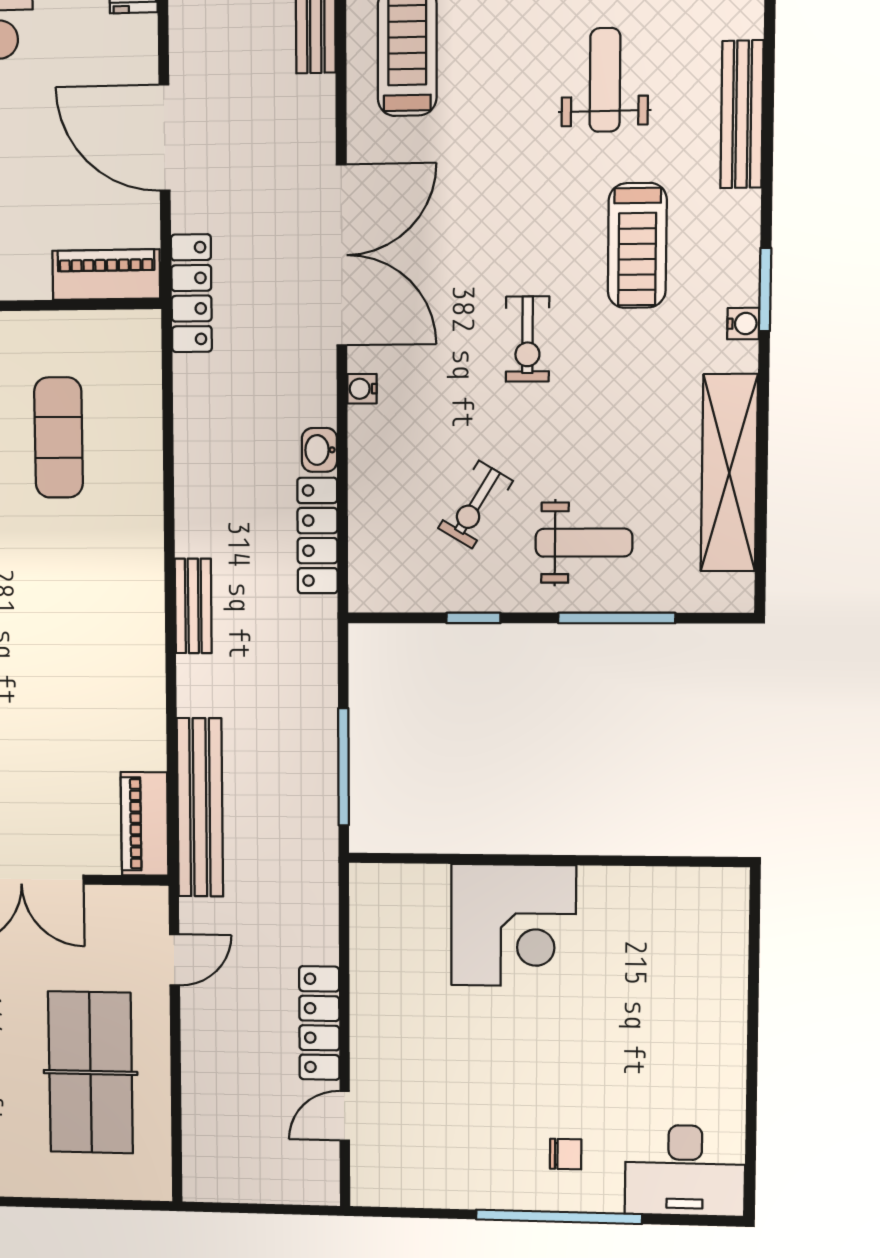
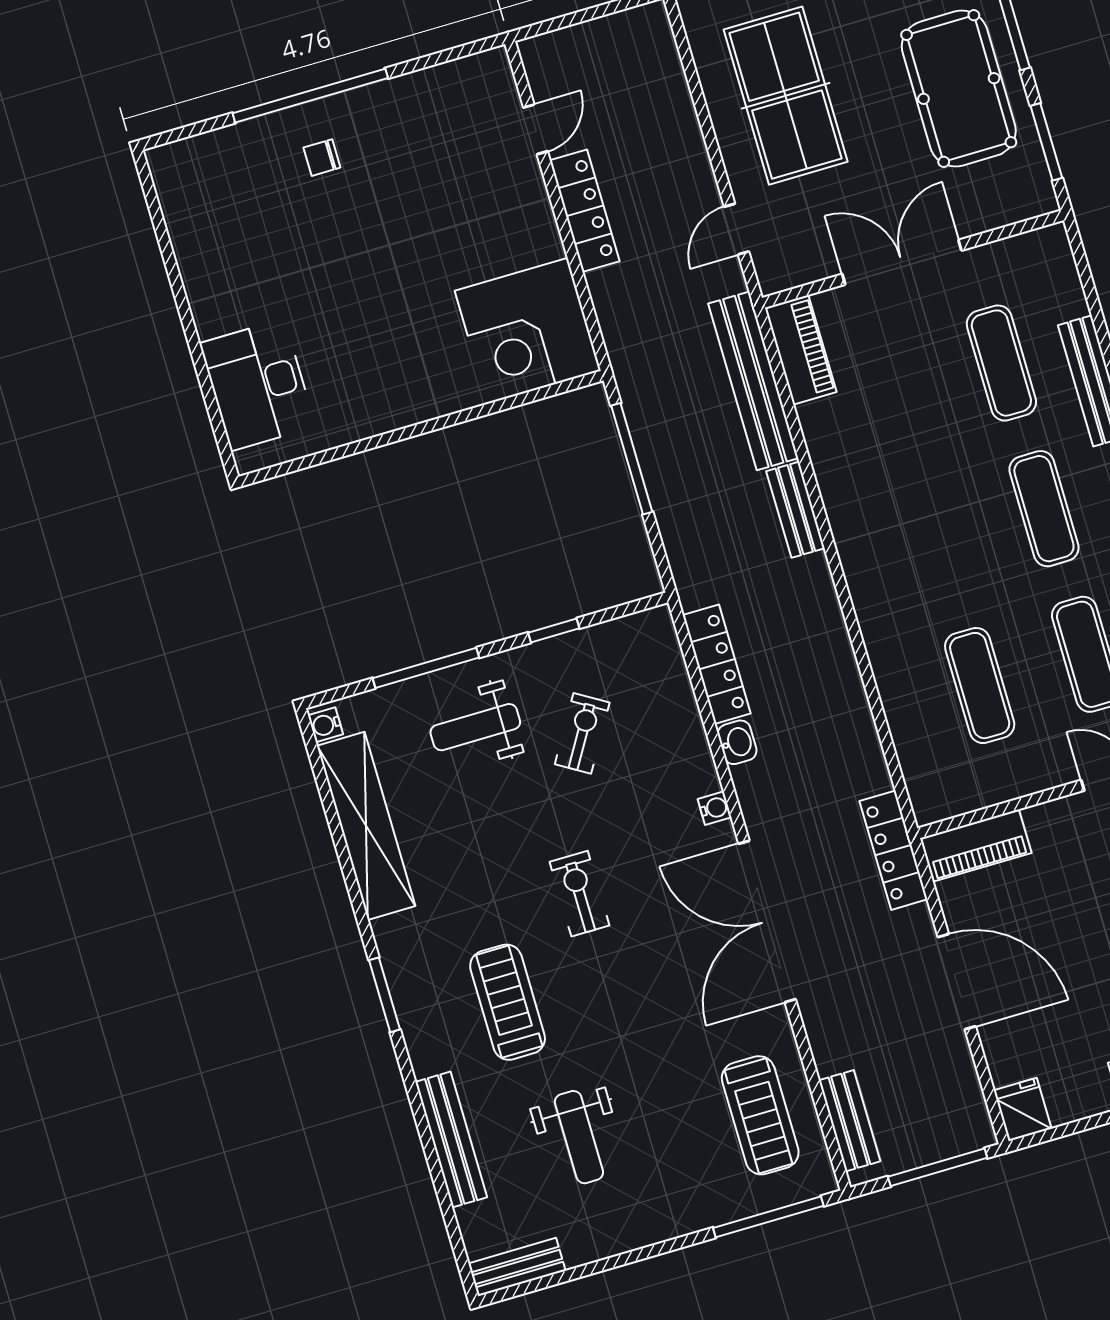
water cooler: (743, 324) -> (326, 725), moved
bench: (193, 606) -> (795, 510), moved
corner desk: (513, 925) -> (528, 331), moved, turned -90
desk: (685, 1170) -> (258, 385), moved, turned -90

